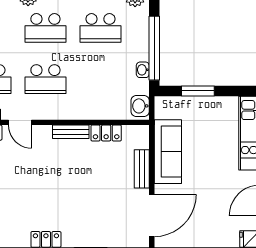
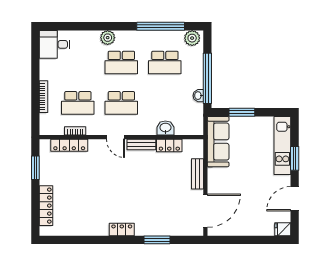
washbasin: (140, 106) -> (165, 128), moved, turned 90
door: (20, 122) -> (115, 137), moved
sofa: (168, 152) -> (218, 142), moved

